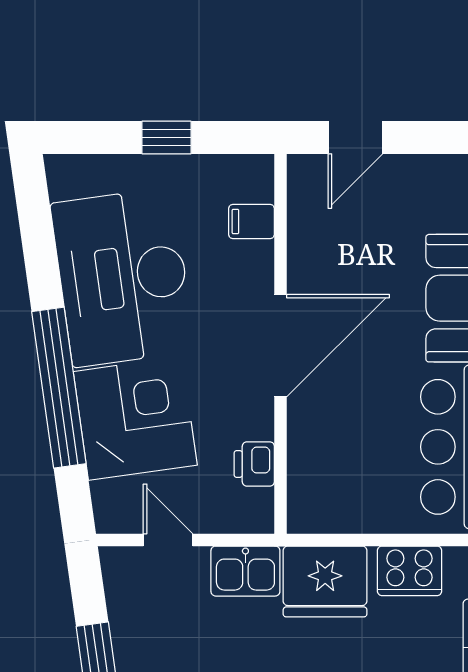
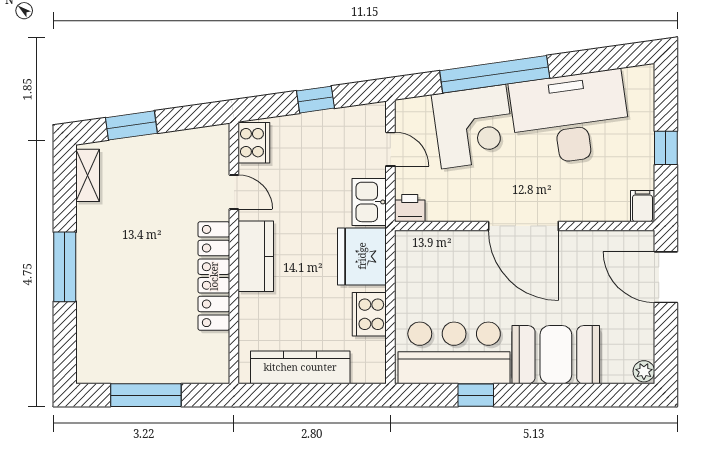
door: (355, 137) -> (666, 277), width x1.38
filing cabinet: (251, 221) -> (642, 206), moved
printer: (254, 464) -> (410, 208), moved
door: (168, 540) -> (390, 149), hinge flipped

